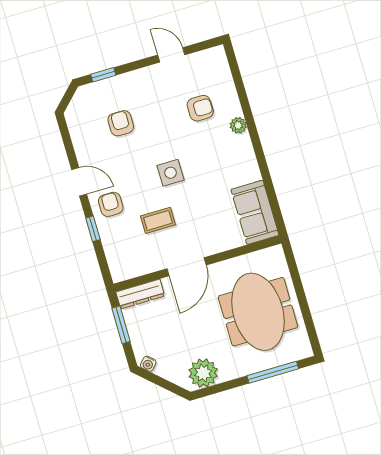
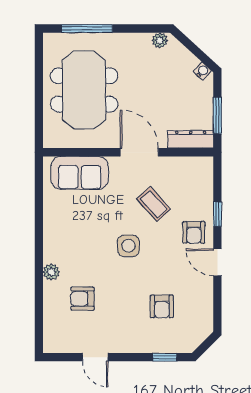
sofa: (255, 212) -> (80, 173), moved, turned 90
coffee table: (158, 220) -> (154, 204), turned 48
door: (187, 267) -> (139, 152), hinge flipped
plant: (203, 373) -> (160, 40), width x0.53, depth x0.53

